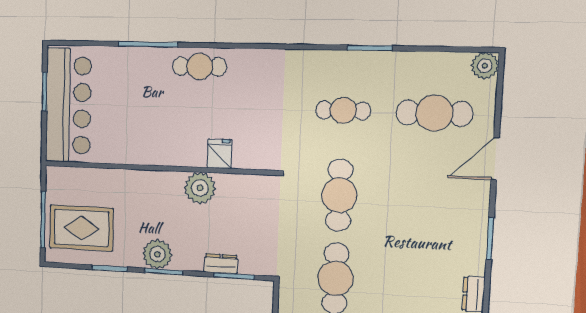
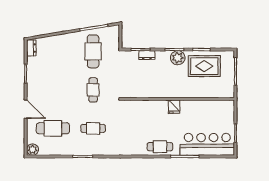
bar counter: (68, 105) -> (207, 144), moved, turned 90
fridge: (219, 154) -> (174, 107), moved
door: (495, 159) -> (26, 109), hinge flipped
plant: (200, 188) -> (158, 90), removed
cafe table: (339, 195) -> (93, 90), width x0.73, depth x0.74
rug: (81, 228) -> (204, 66), moved

